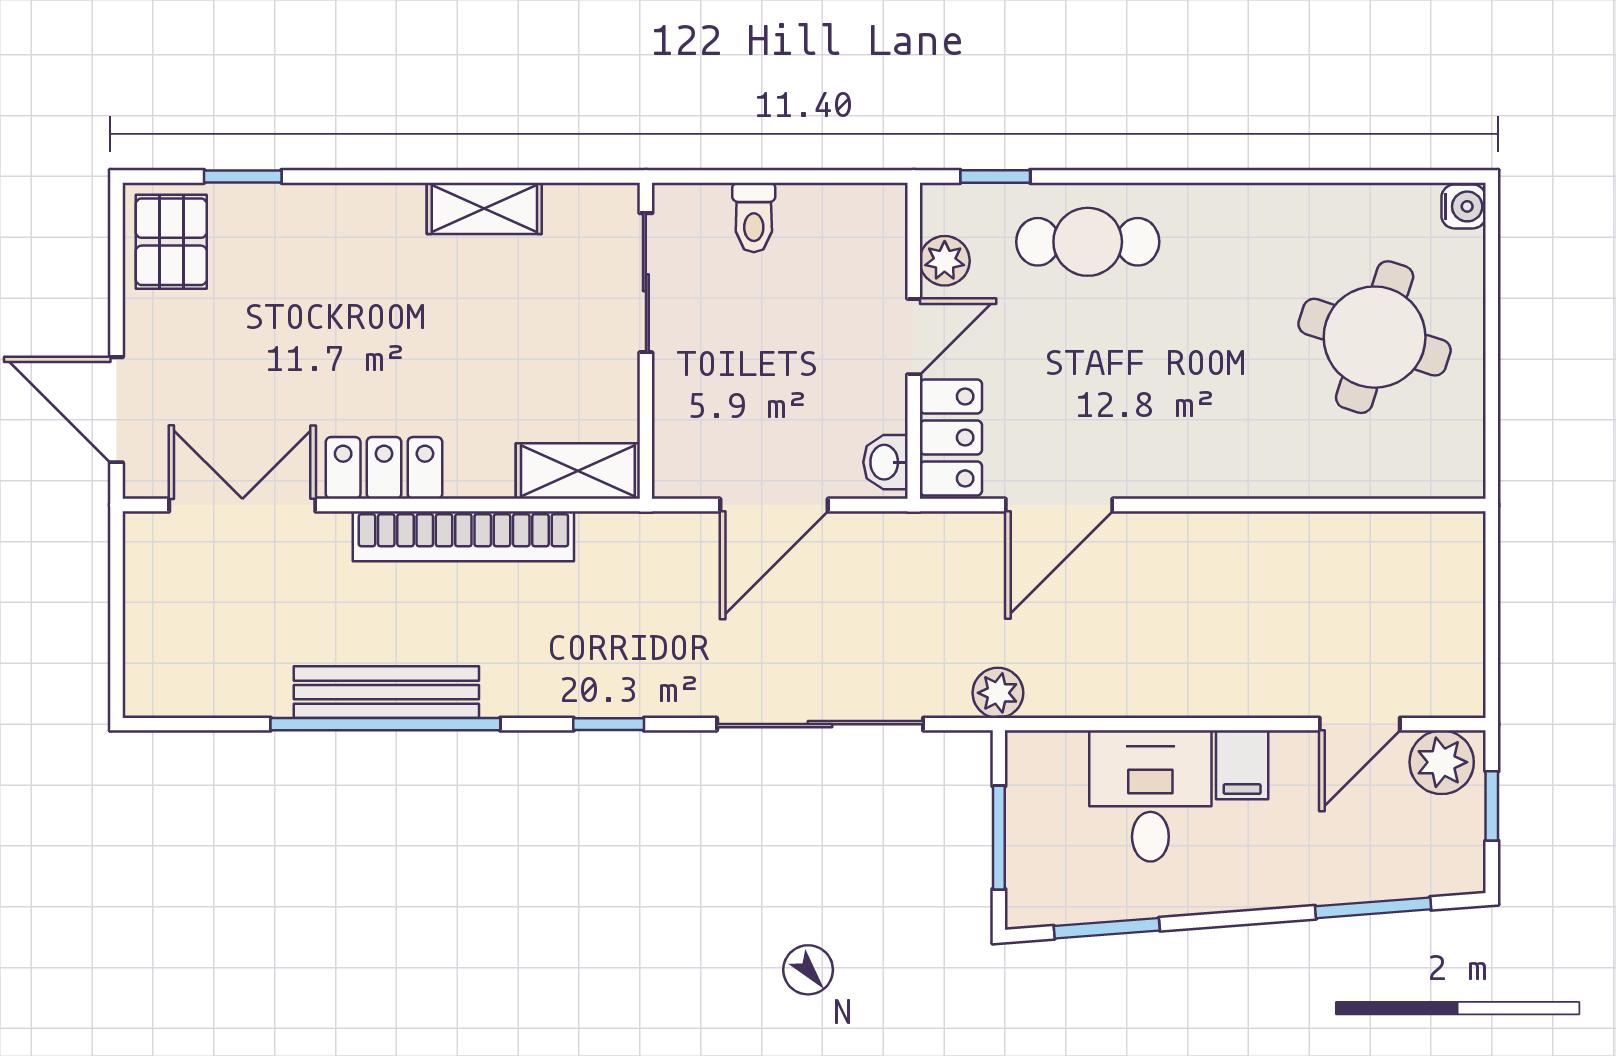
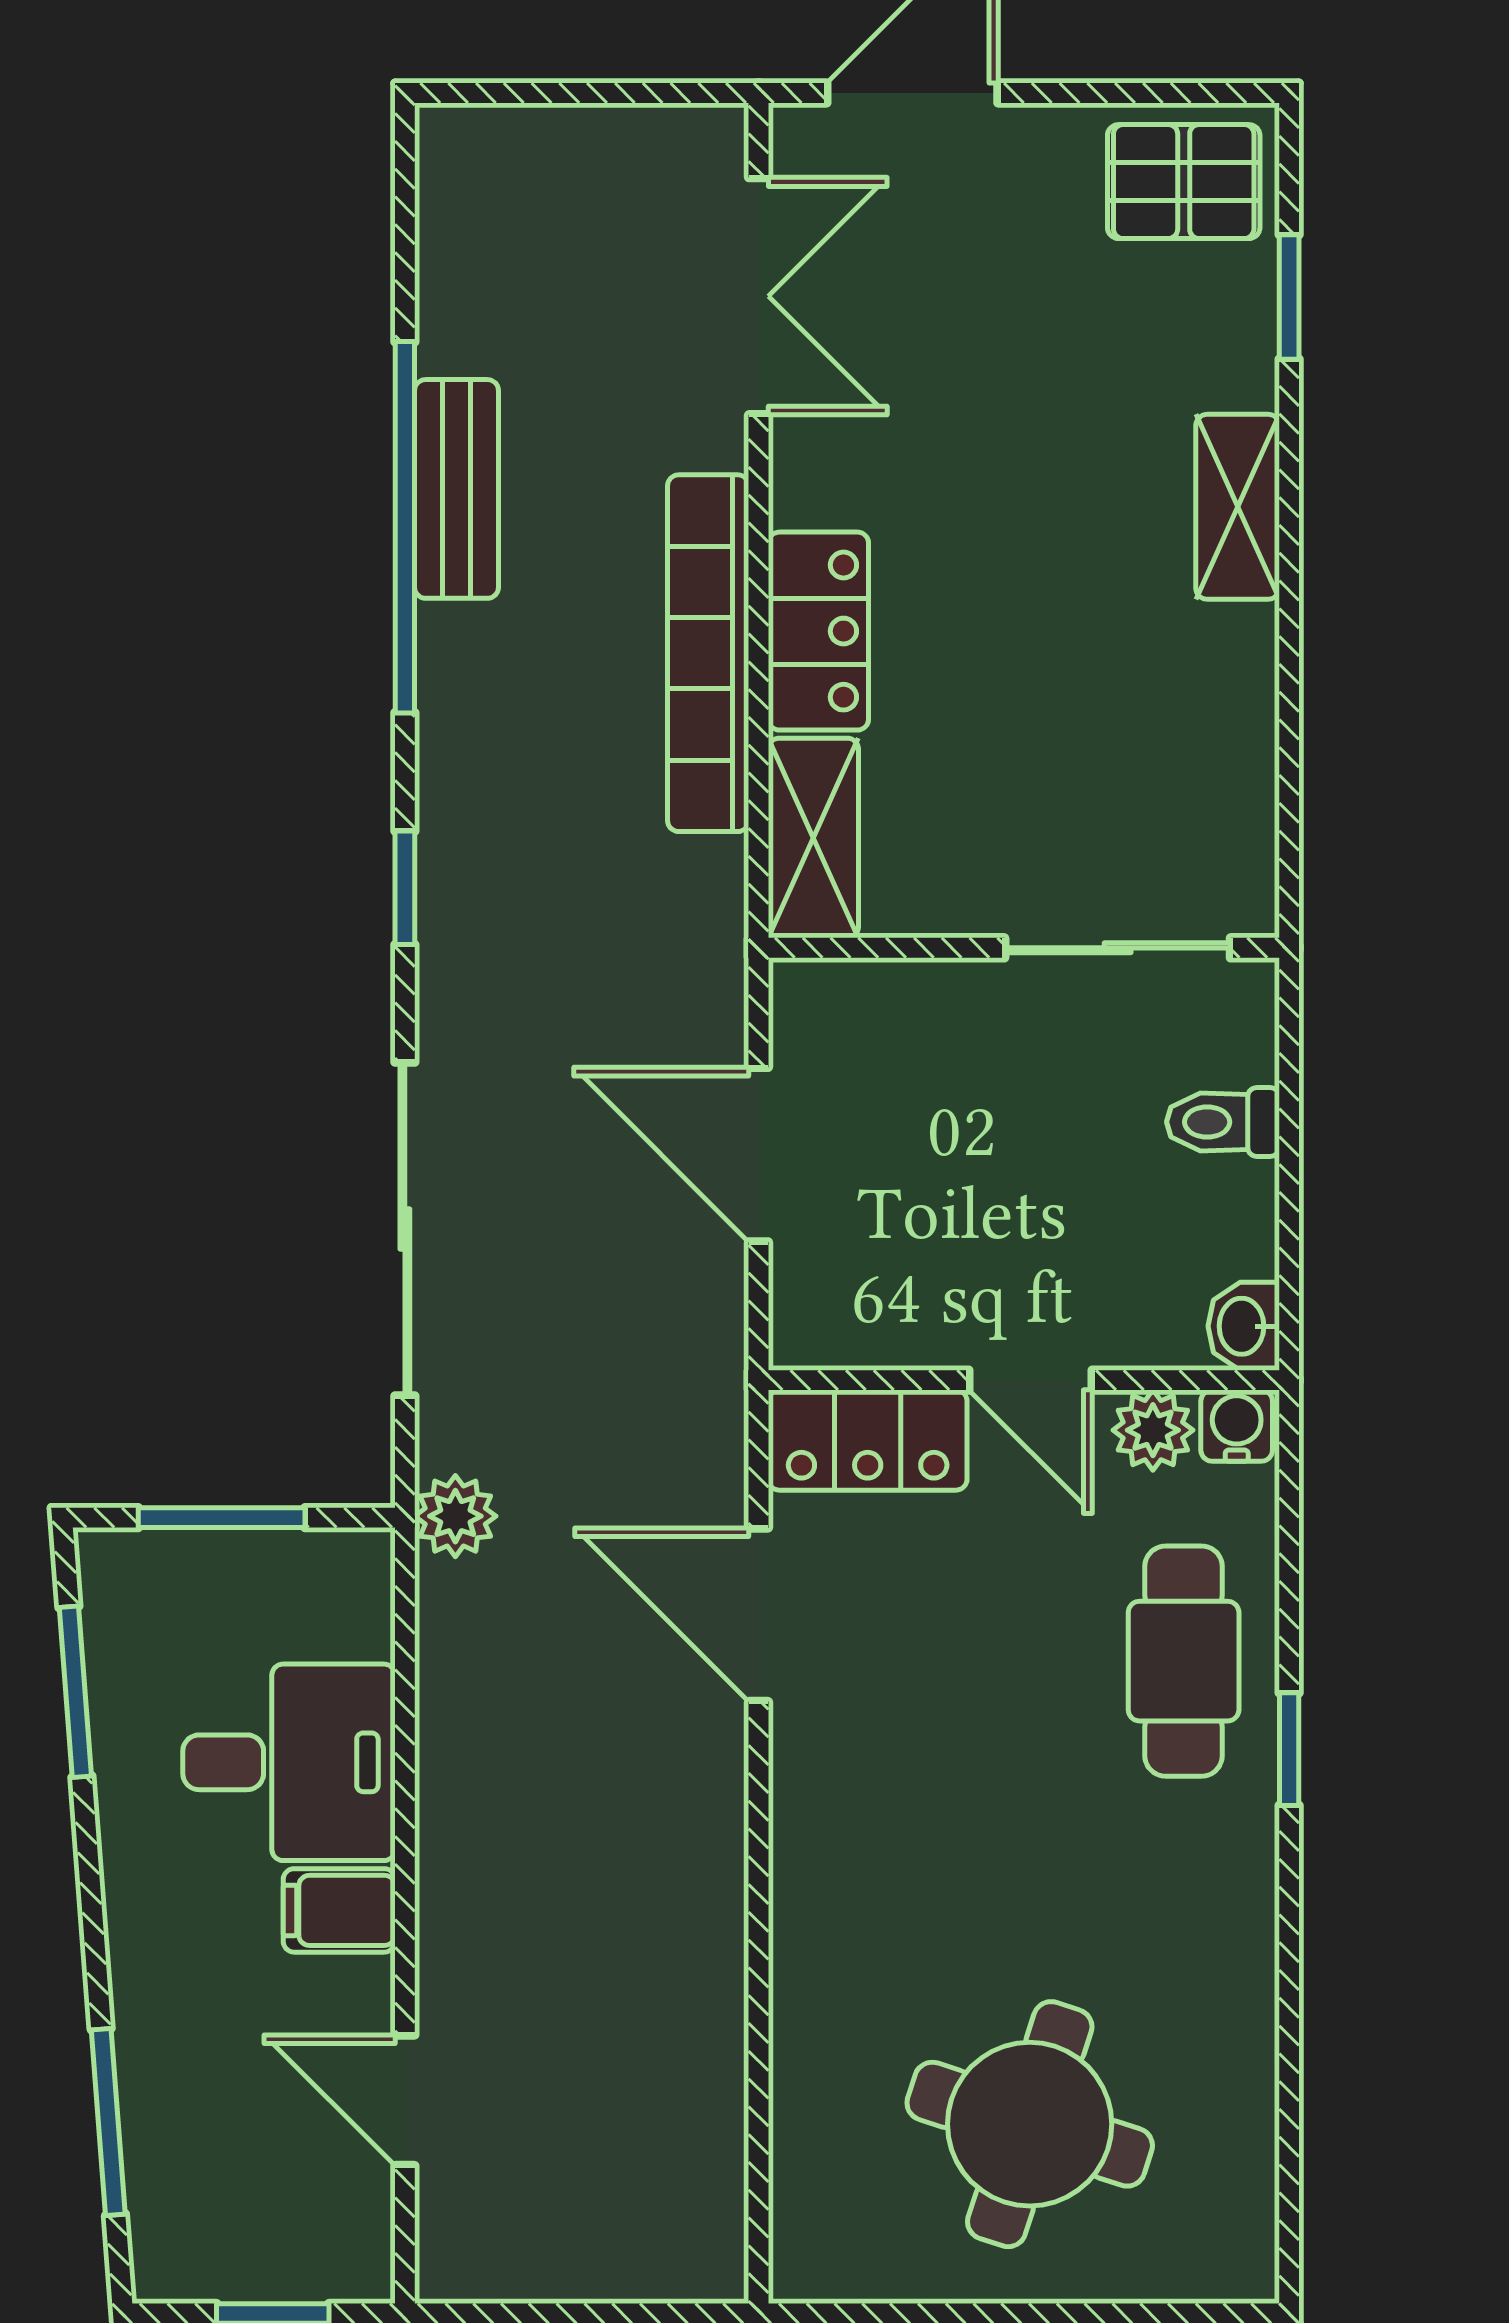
window: (995, 176) -> (1289, 1749), moved
water cooler: (1464, 206) -> (1237, 1426), moved, turned 180
shelving: (484, 208) -> (1238, 507), moved
washbasin: (886, 462) -> (1244, 1326), moved, turned -90
locker: (384, 468) -> (818, 631), moved
bench: (386, 692) -> (456, 489), width x0.73
plant: (1442, 762) -> (343, 2233), removed

